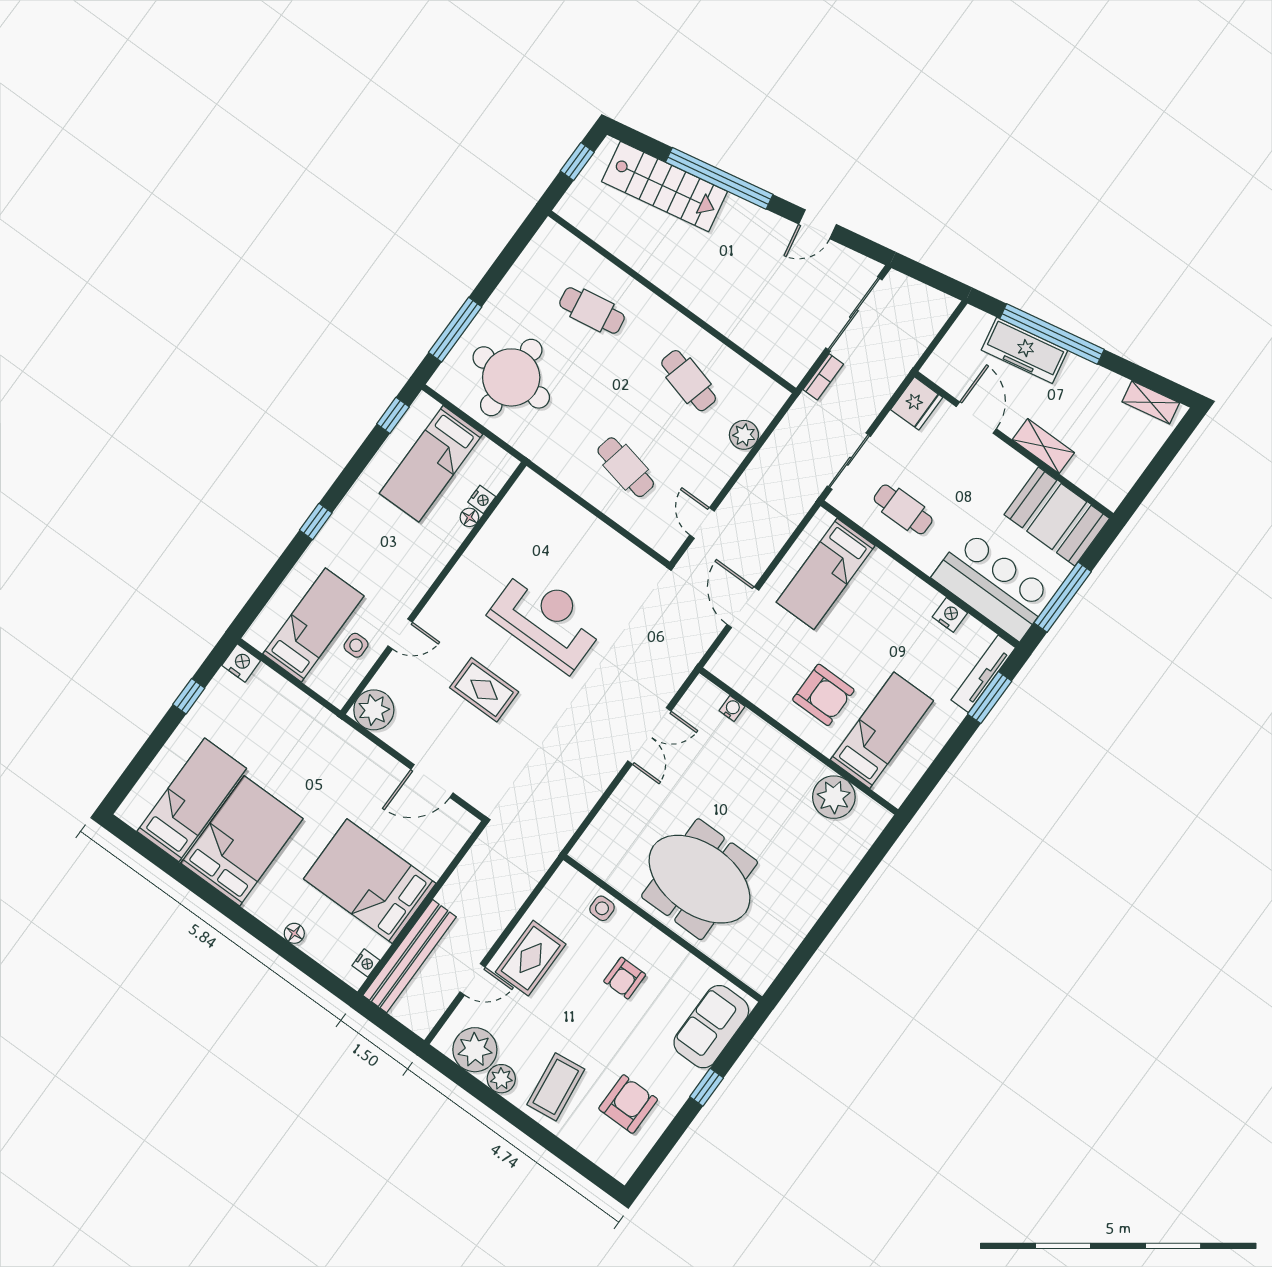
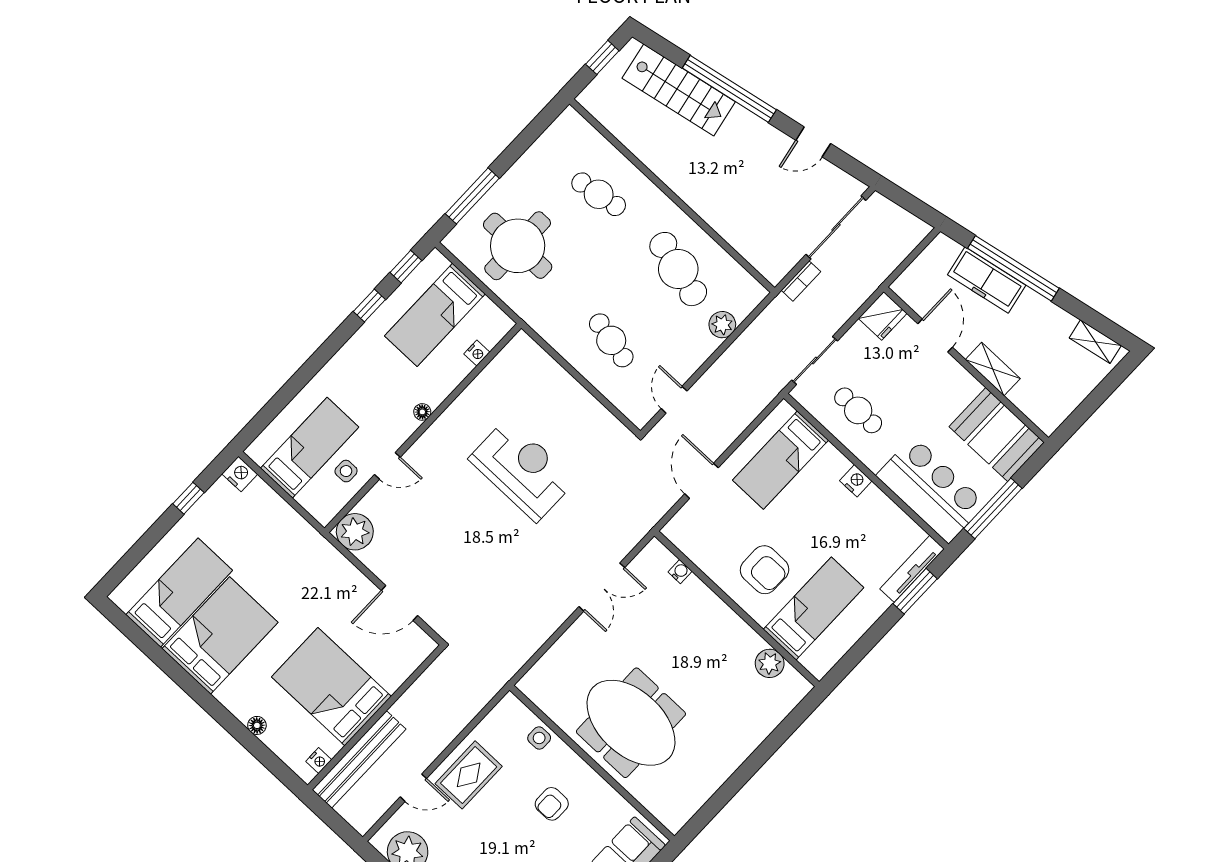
cafe table: (689, 381) -> (678, 269), width x1.37, depth x1.35
floor lamp: (469, 517) -> (422, 412), moved
window: (316, 522) -> (369, 305), moved
nightstand: (950, 615) -> (856, 481), moved
rug: (484, 690) -> (457, 526), removed
plant: (834, 797) -> (770, 663), width x0.73, depth x0.73

